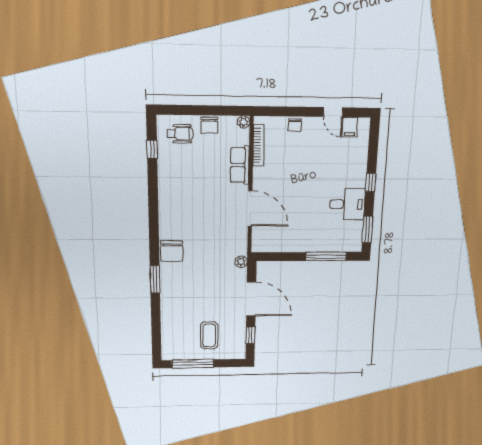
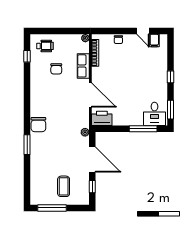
chair: (209, 125) -> (56, 69), moved
desk: (347, 204) -> (154, 114), moved, turned 90
printer: (266, 242) -> (102, 118), added

